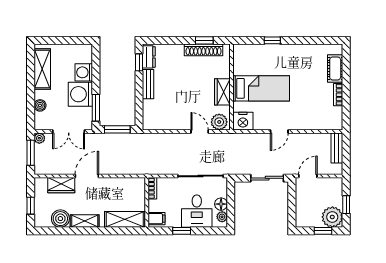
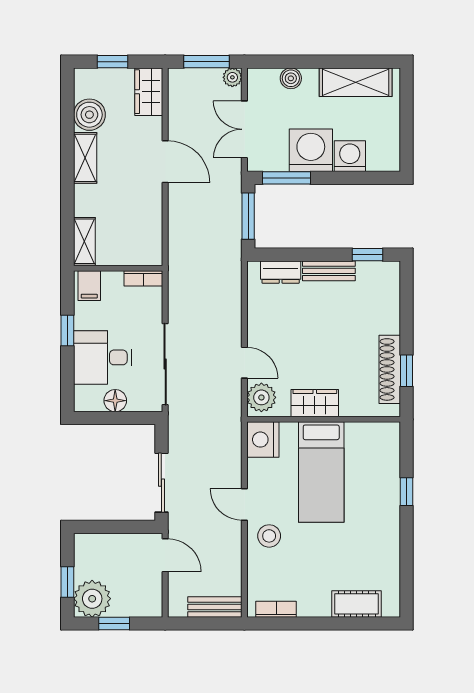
dresser: (149, 57) -> (281, 272), moved
bookcase: (338, 95) -> (276, 609), moved
stool: (297, 118) -> (269, 536), added
door: (200, 131) -> (244, 363), hinge flipped
wardrobe: (61, 185) -> (149, 92), moved
plant: (222, 217) -> (93, 402), removed
shelving: (125, 219) -> (84, 241), width x0.67, depth x0.75

